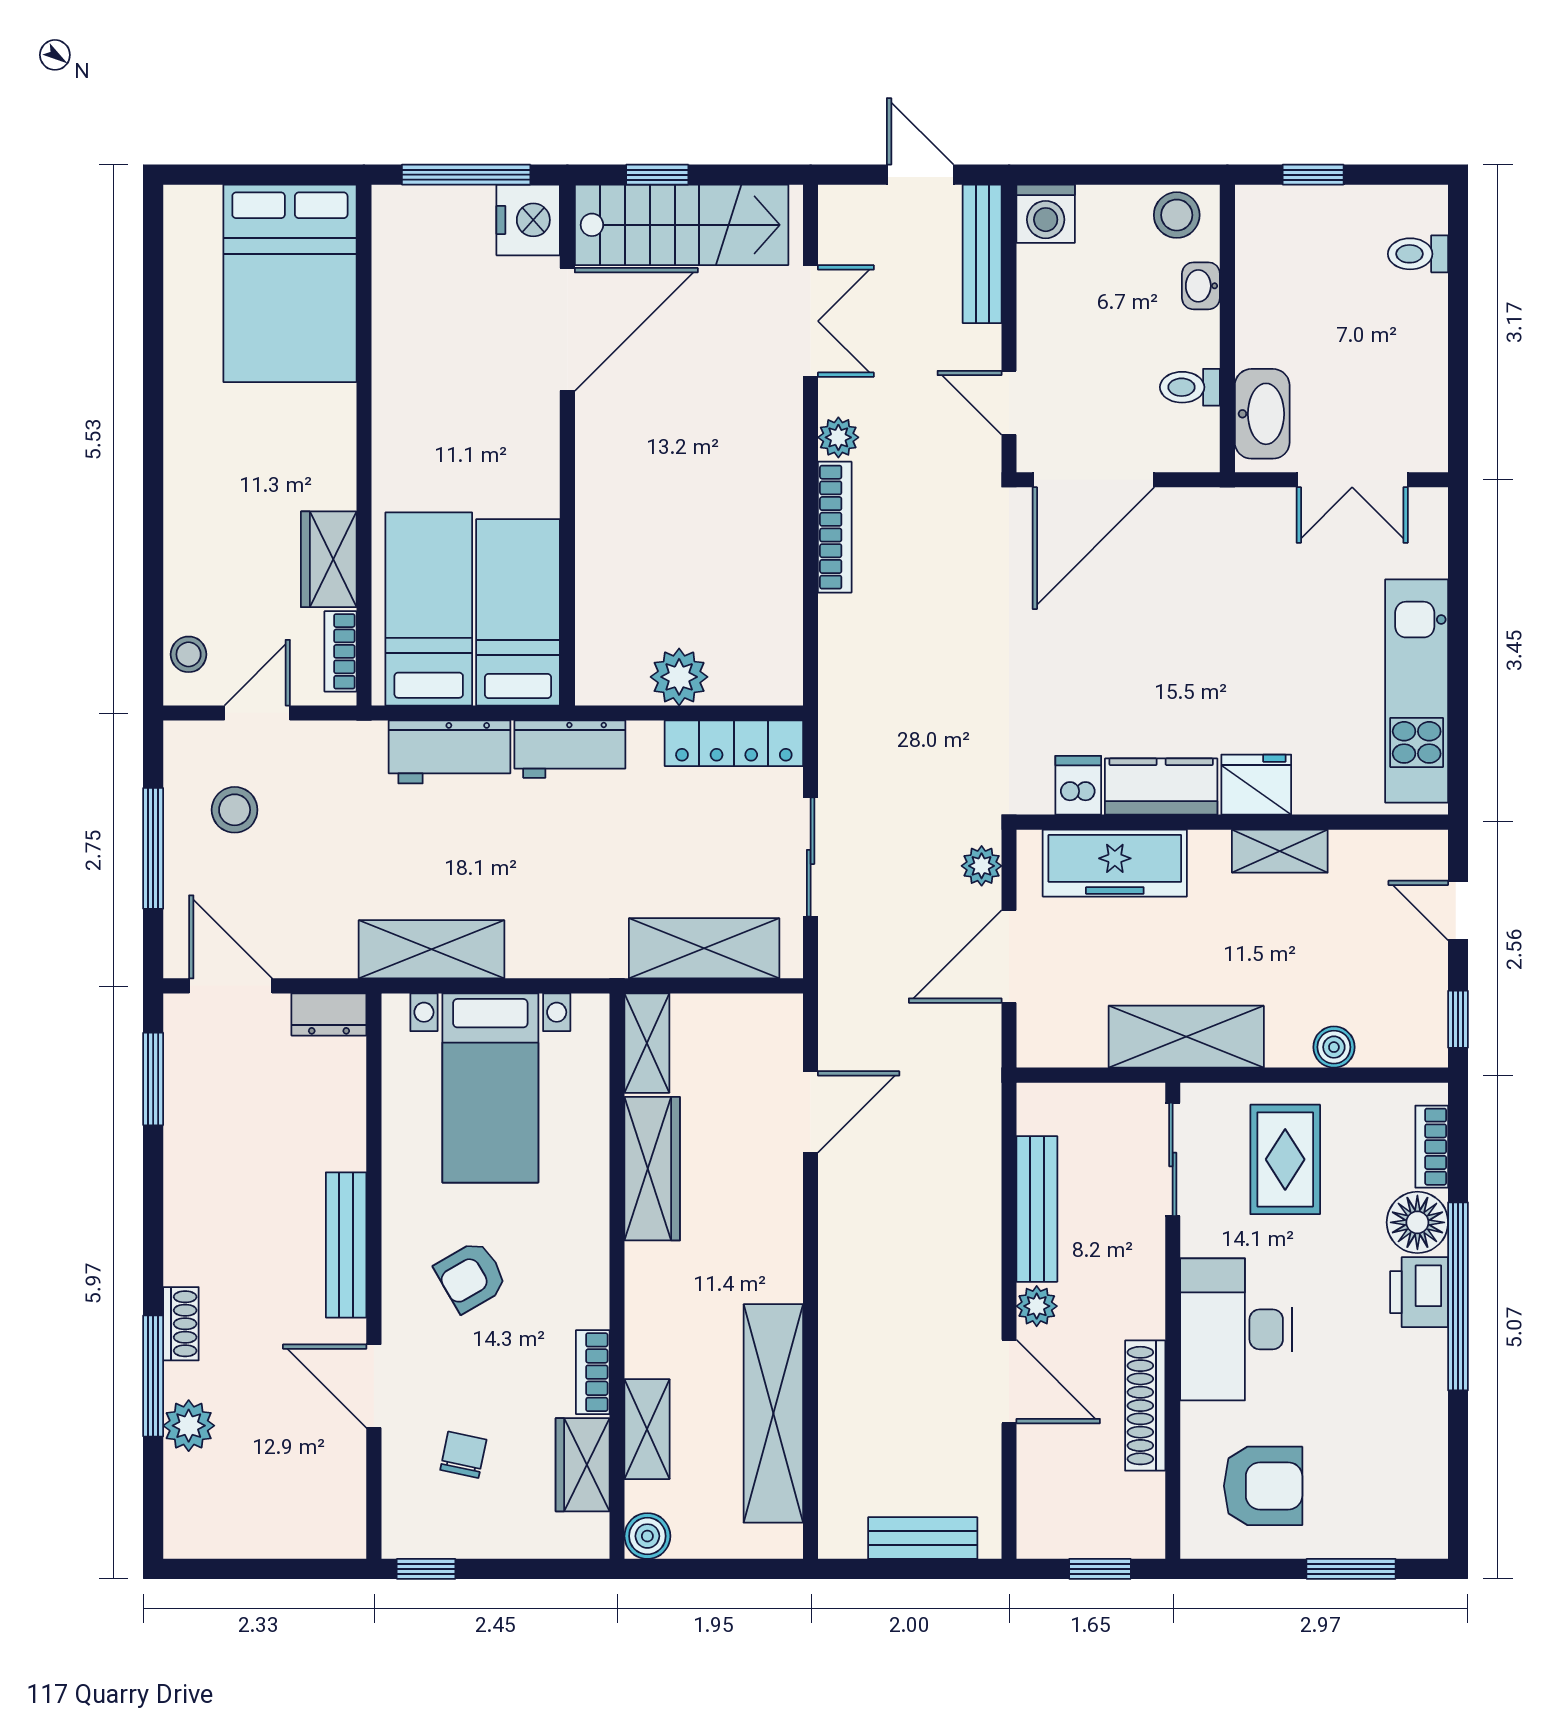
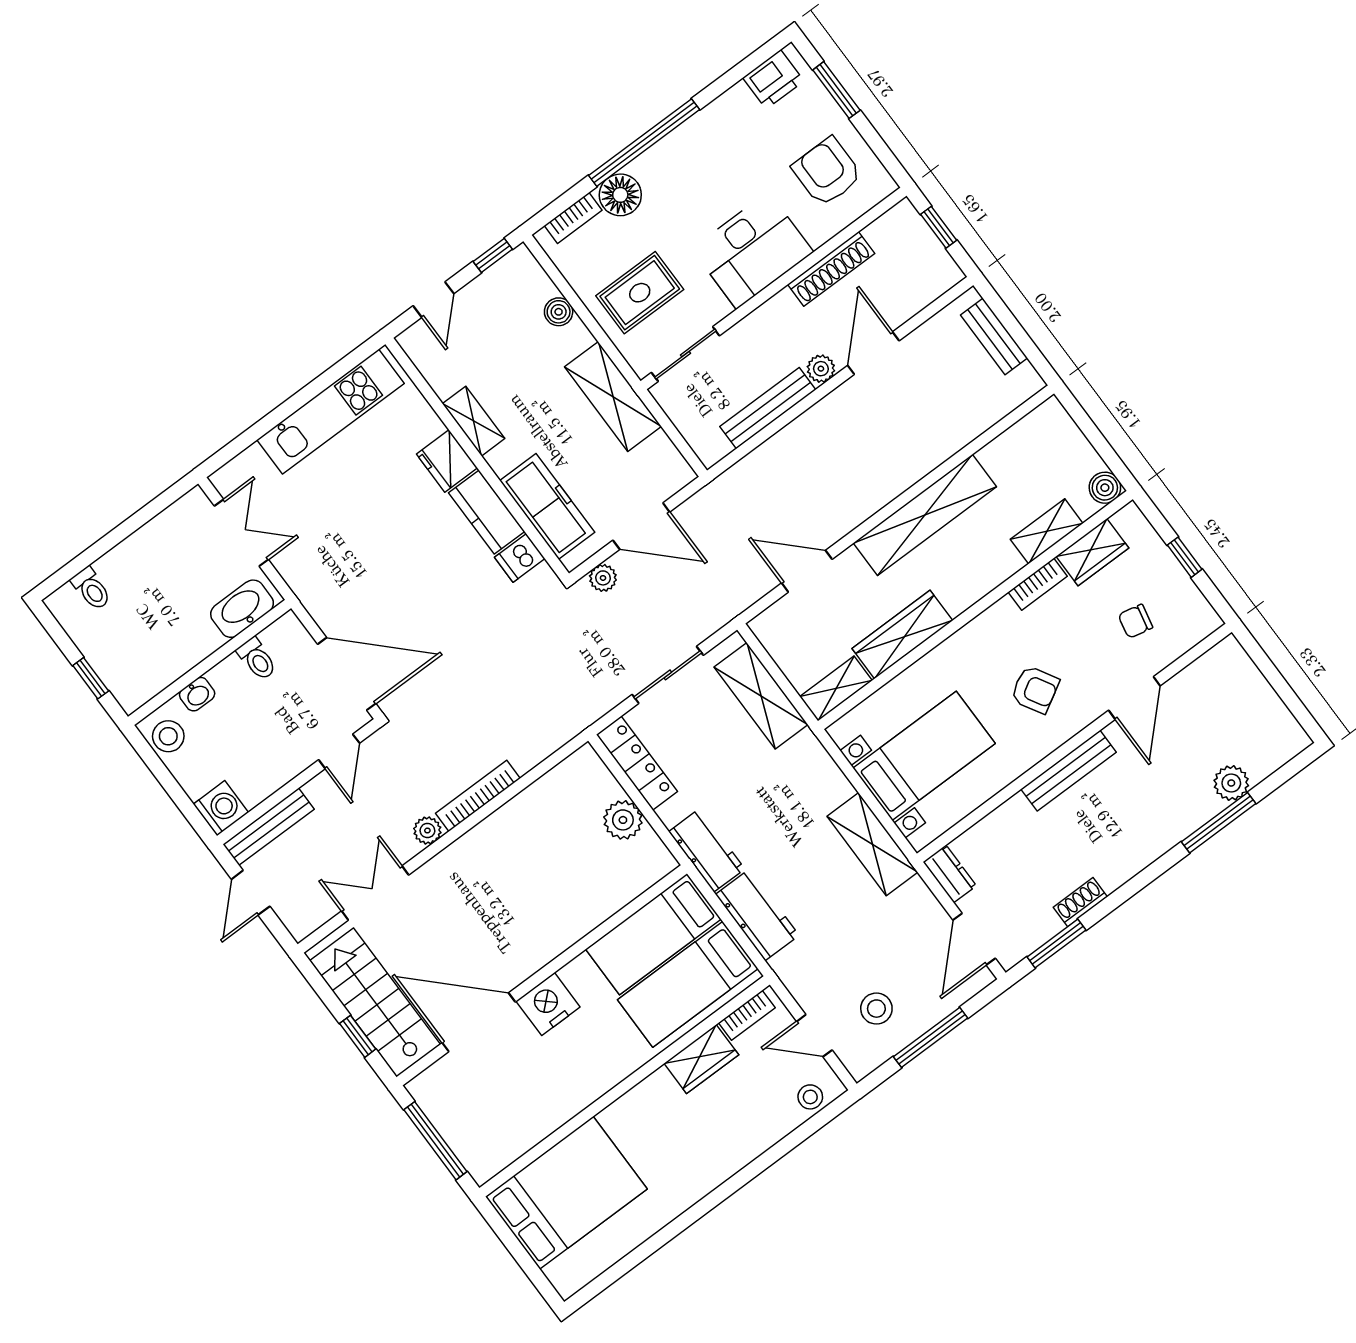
nightstand: (528, 220) -> (548, 1004), moved
printer: (1419, 1292) -> (773, 79), moved
shoe rack: (181, 1324) -> (1080, 902), moved
shelving: (773, 1413) -> (925, 515), moved
window: (426, 1569) -> (1185, 557), moved

